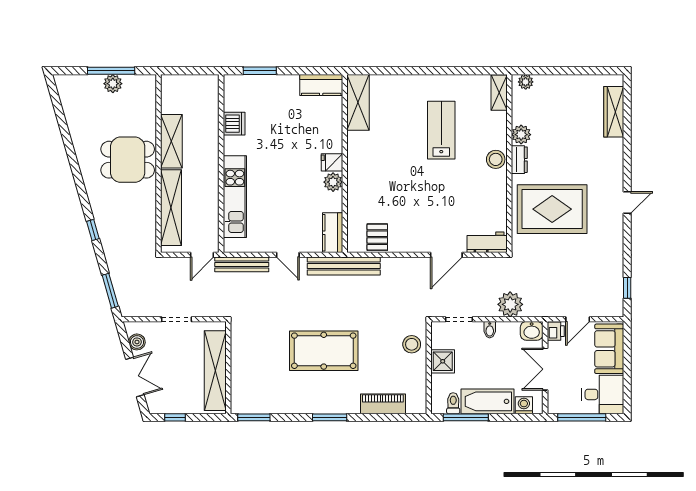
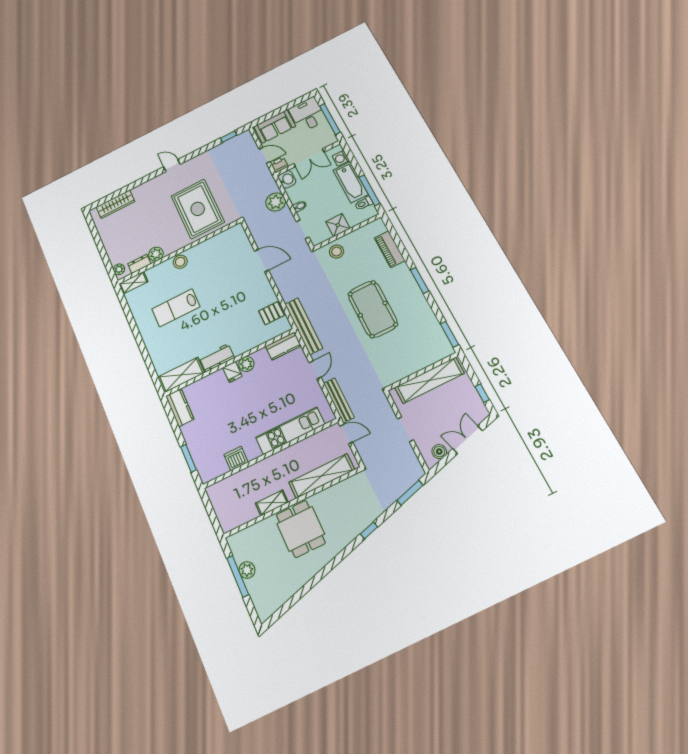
shelving: (171, 141) -> (272, 503), width x0.67, depth x0.75
dresser: (519, 160) -> (139, 264), moved
workbench: (487, 242) -> (217, 358), moved, turned 90

